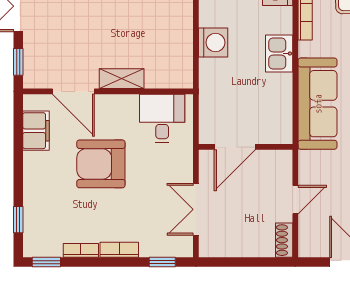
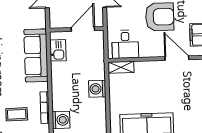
kitchen sink: (279, 53) -> (58, 50), moved
shelving: (122, 79) -> (121, 67), moved

